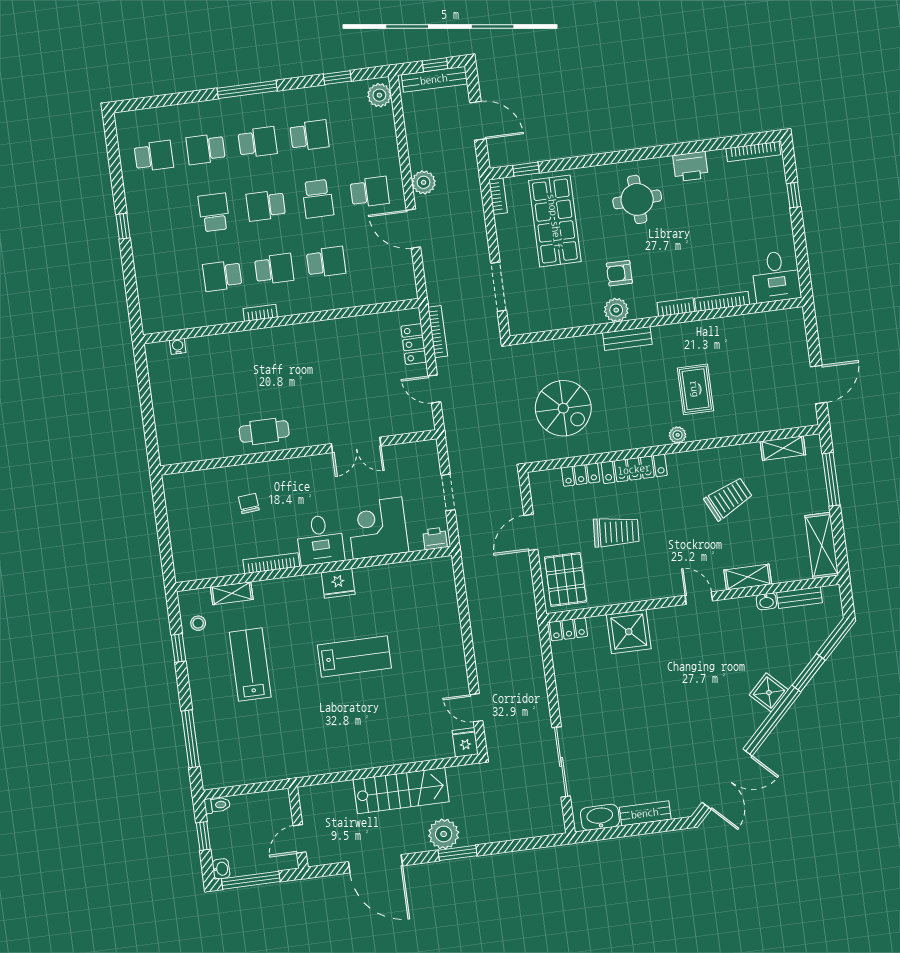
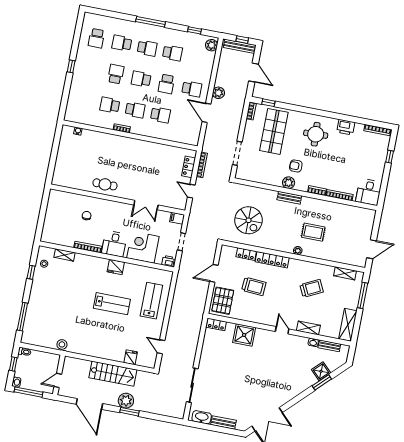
school desk: (154, 156) -> (96, 38), turned 90
rug: (695, 389) -> (313, 232), turned 90
filing cabinet: (425, 450) -> (177, 218), added
lab bench: (250, 665) -> (151, 301), moved
shower: (769, 693) -> (321, 371), moved
fridge: (465, 742) -> (131, 357), moved
stool: (284, 767) -> (62, 344), added

